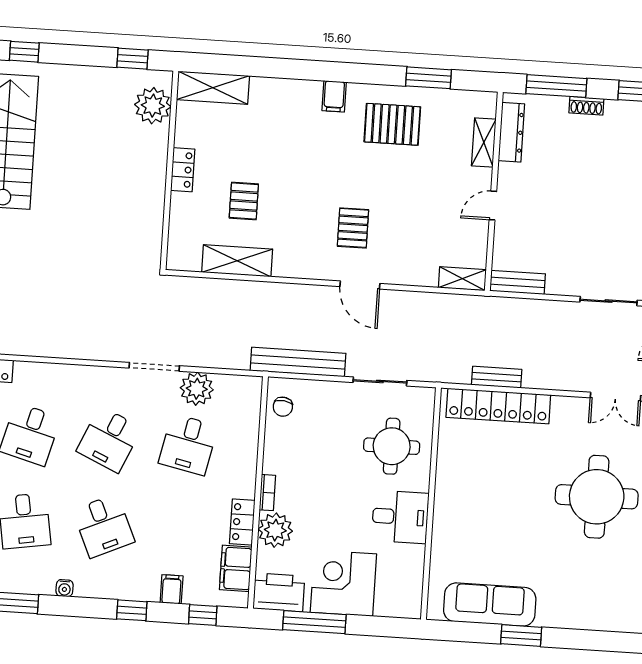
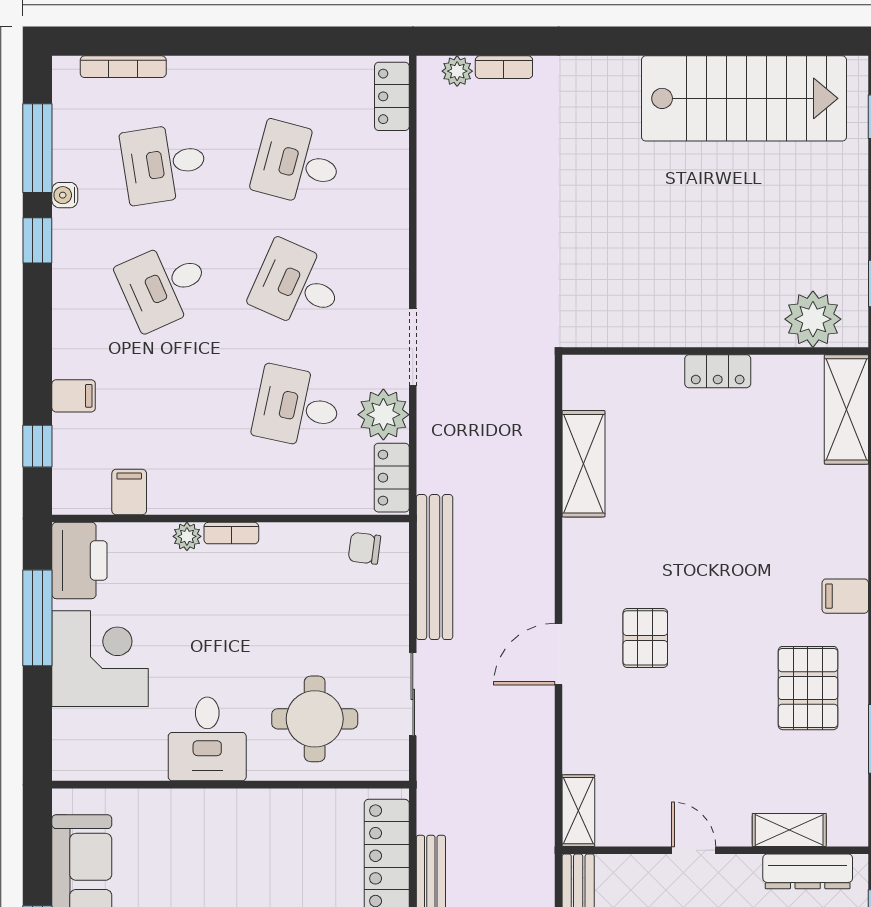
pallet: (244, 201) -> (676, 468), removed
pallet: (353, 228) -> (645, 638), turned 90
locker: (242, 522) -> (392, 478), moved, turned -90
plant: (275, 530) -> (187, 536), width x0.53, depth x0.53
filing cabinet: (236, 568) -> (129, 492), width x0.50
water cooler: (65, 588) -> (65, 195), moved
window: (132, 610) -> (37, 240), moved

